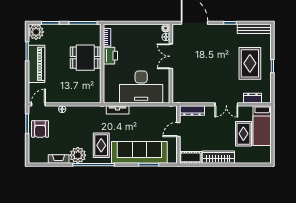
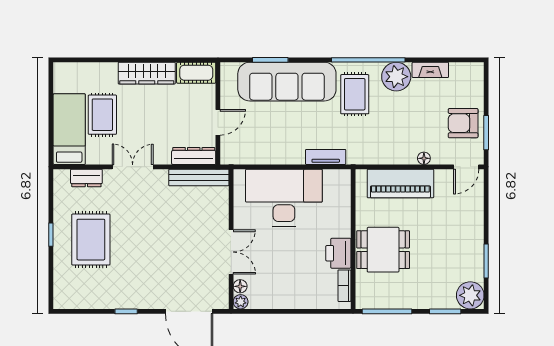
bench: (254, 29) -> (199, 177), moved
piano: (36, 64) -> (400, 183), moved, turned -90
armchair: (40, 129) -> (463, 123), turned -90

